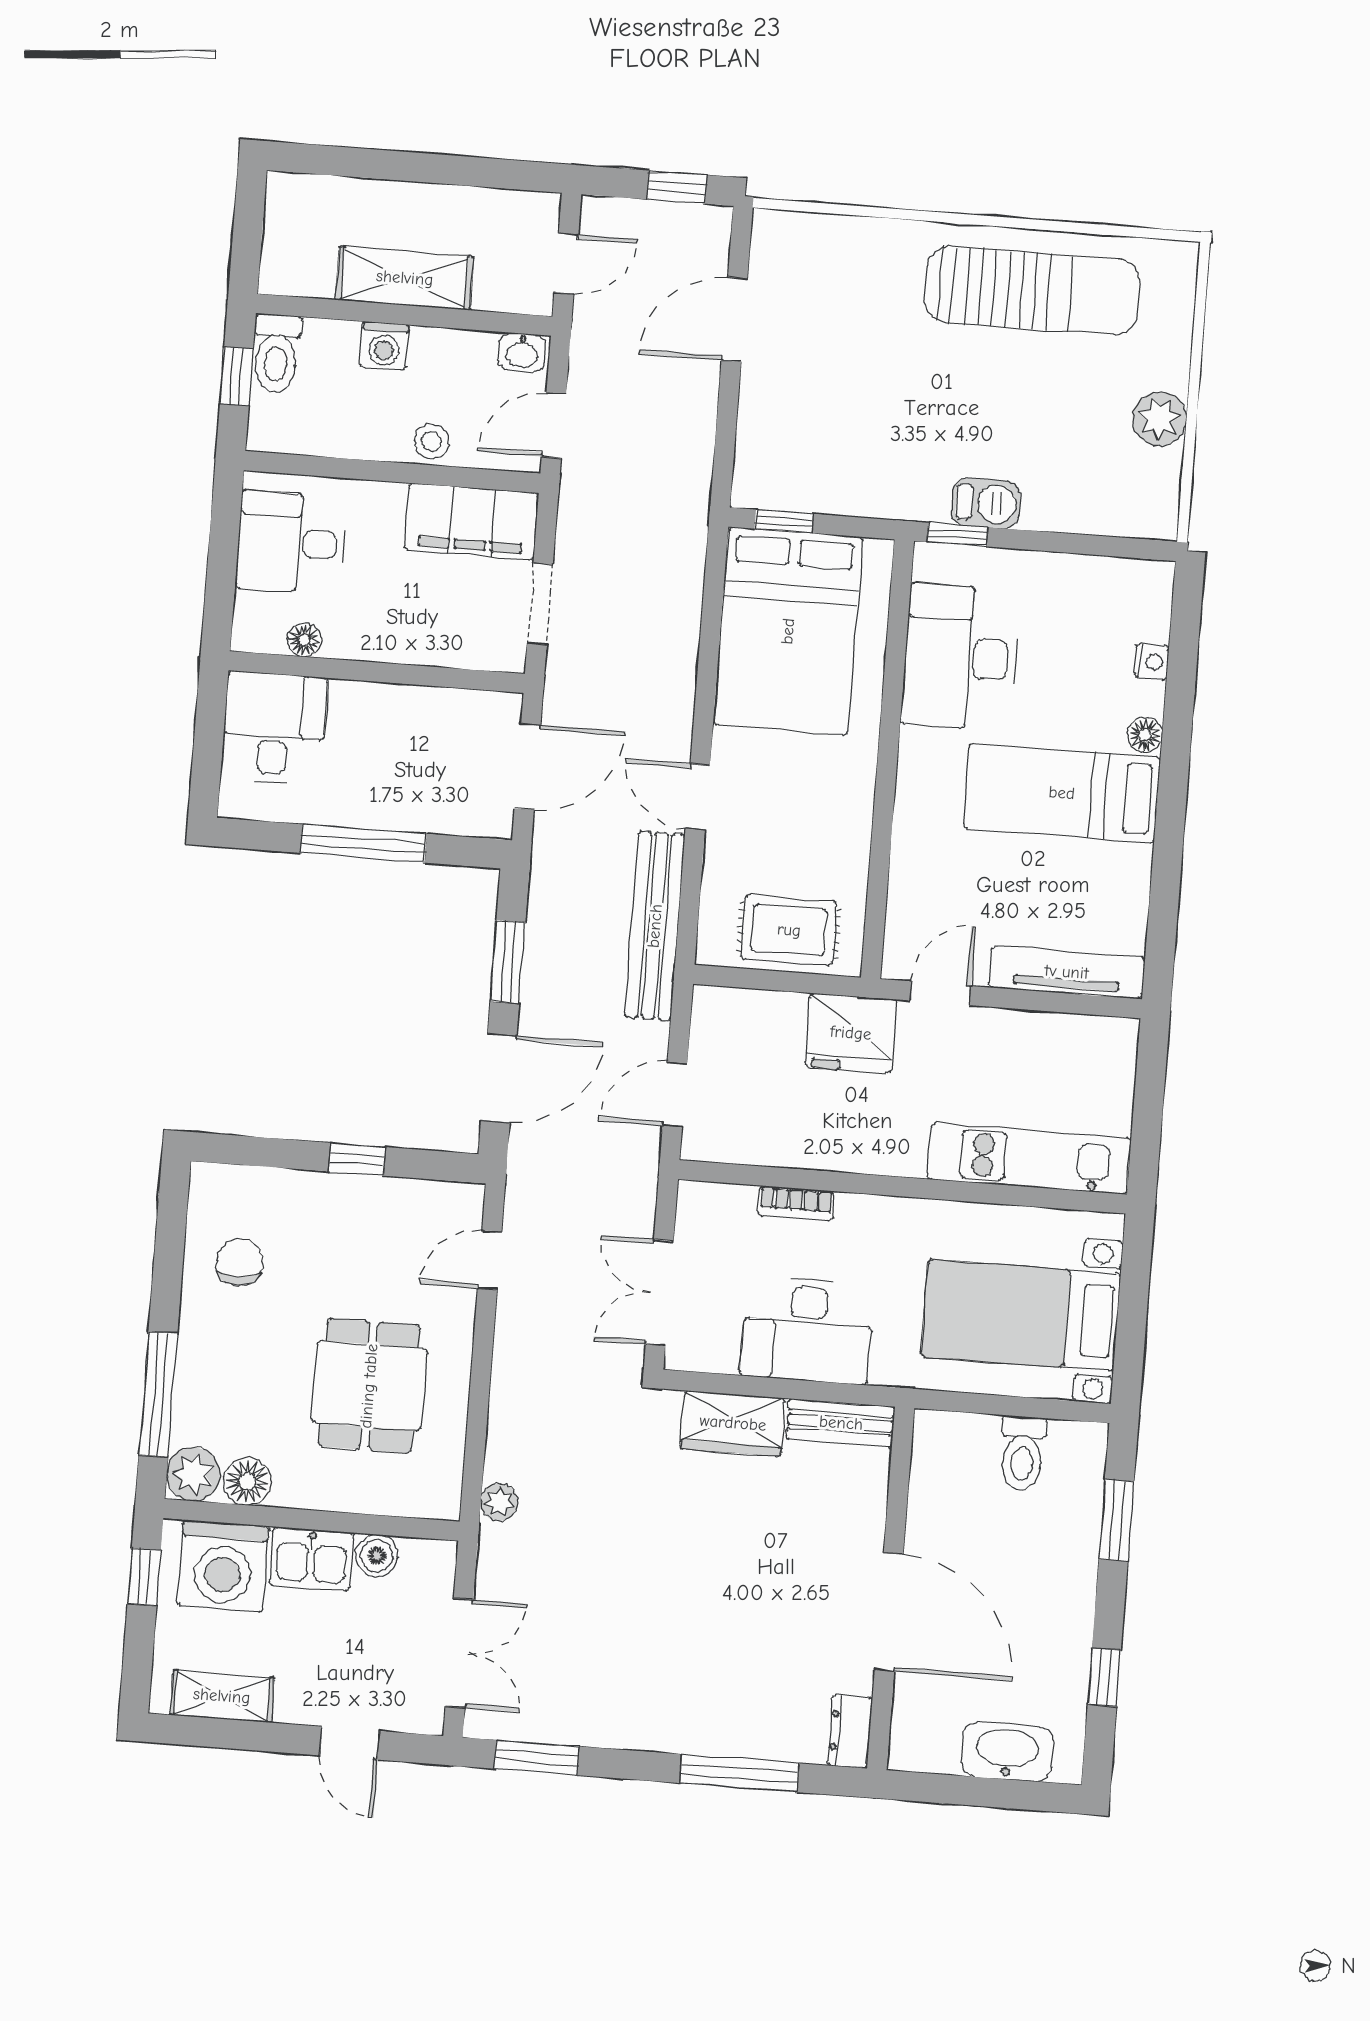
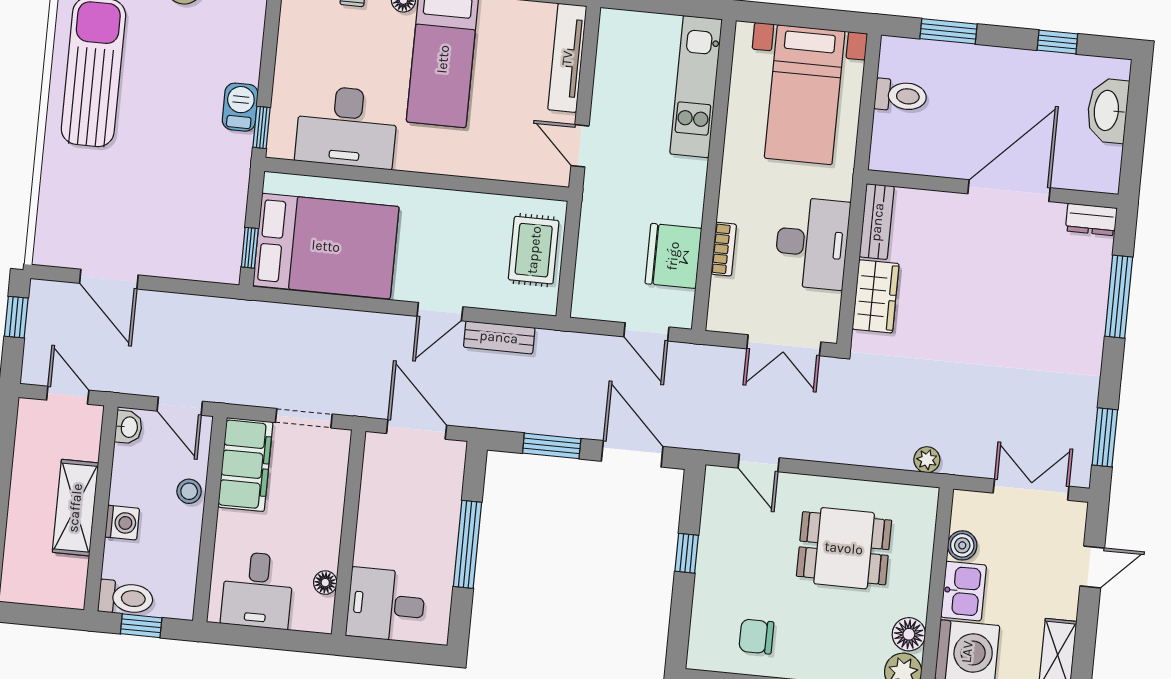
bench: (655, 926) -> (499, 337), width x0.54, depth x0.82
fridge: (851, 1033) -> (673, 256), moved, turned 180

